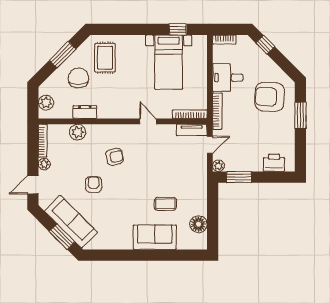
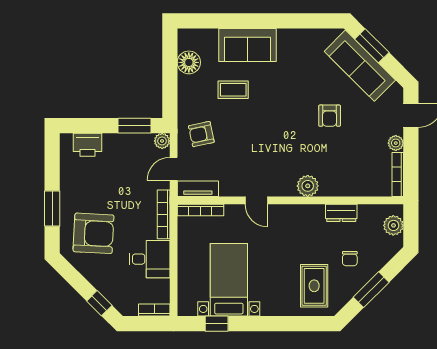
chair: (78, 78) -> (350, 259), width x0.54, depth x0.54
plant: (78, 132) -> (308, 186), moved
armchair: (115, 157) -> (201, 134), moved

